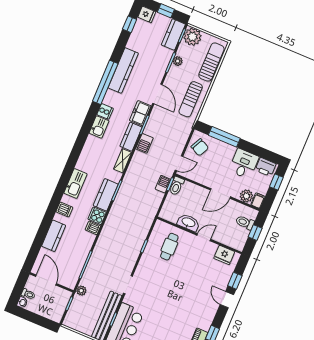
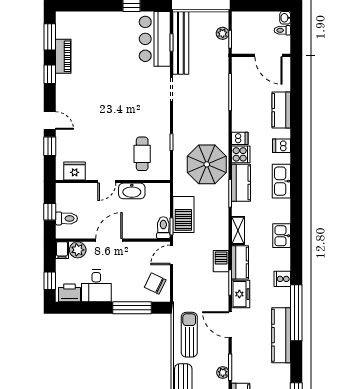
kitchen sink: (99, 127) -> (282, 236), moved
barbecue: (163, 184) -> (183, 215), width x1.88, depth x1.53
parasol: (125, 219) -> (207, 164), added
plant: (81, 291) -> (223, 33), moved

